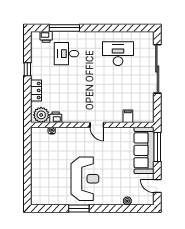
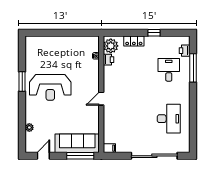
filing cabinet: (128, 116) -> (109, 148), moved

